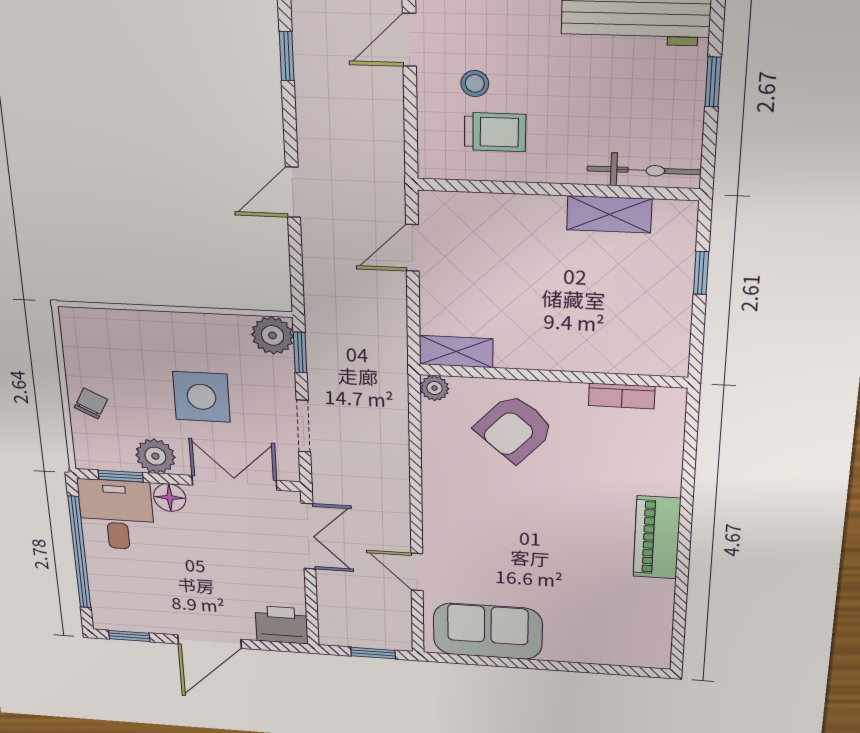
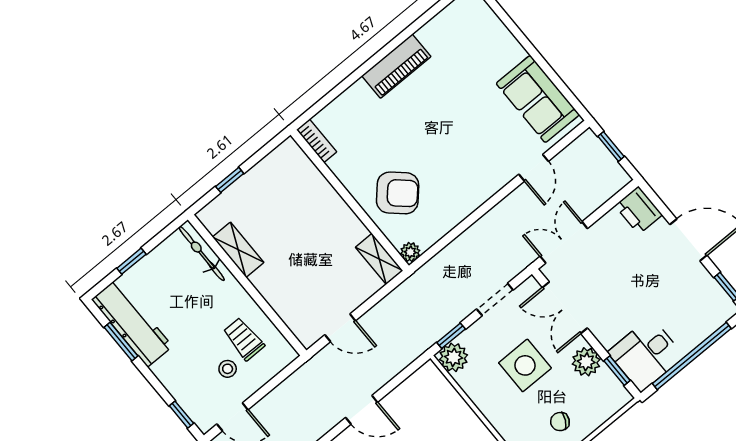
bookcase: (622, 396) -> (317, 141), moved
chair: (91, 403) -> (560, 422), moved
floor lamp: (170, 498) -> (607, 334), removed

